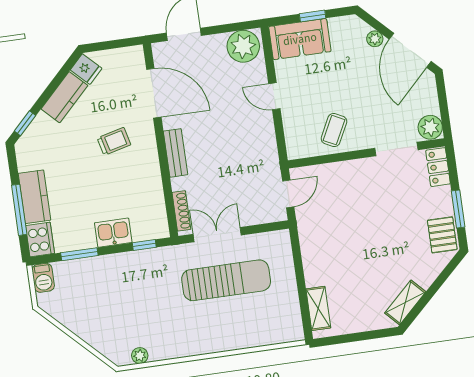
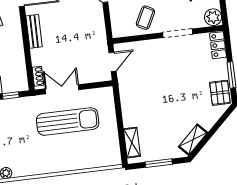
doorway: (396, 149) -> (177, 33), moved
shoe rack: (181, 211) -> (38, 76), width x0.70
window: (357, 337) -> (159, 163), added

